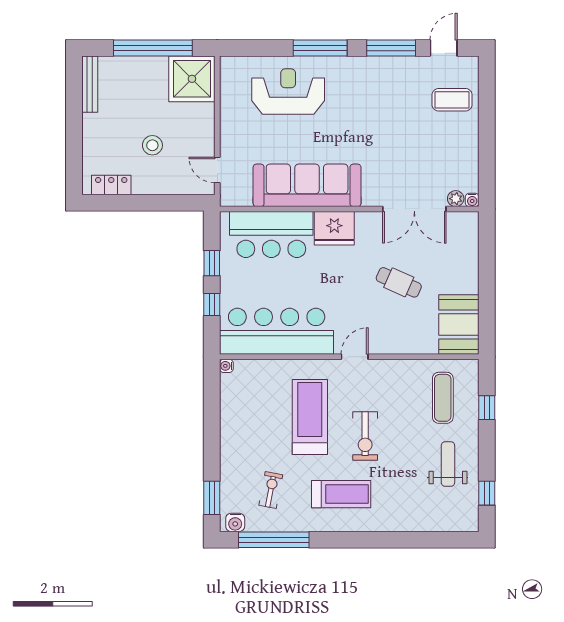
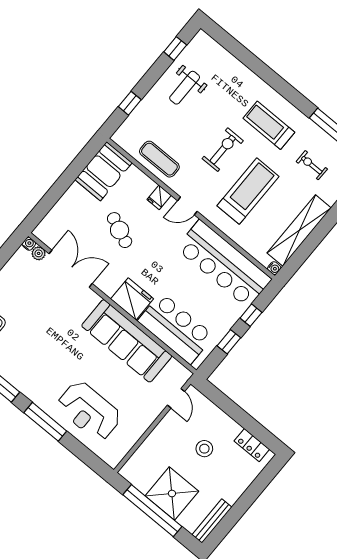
shower: (192, 79) -> (172, 494), moved
fridge: (387, 343) -> (159, 197), added
exercise mat: (443, 398) -> (159, 159), moved, turned 90
treadmill: (310, 417) -> (248, 191), turned 180
shelving: (232, 420) -> (299, 231), added
exercise bike: (271, 490) -> (312, 165), turned 79

